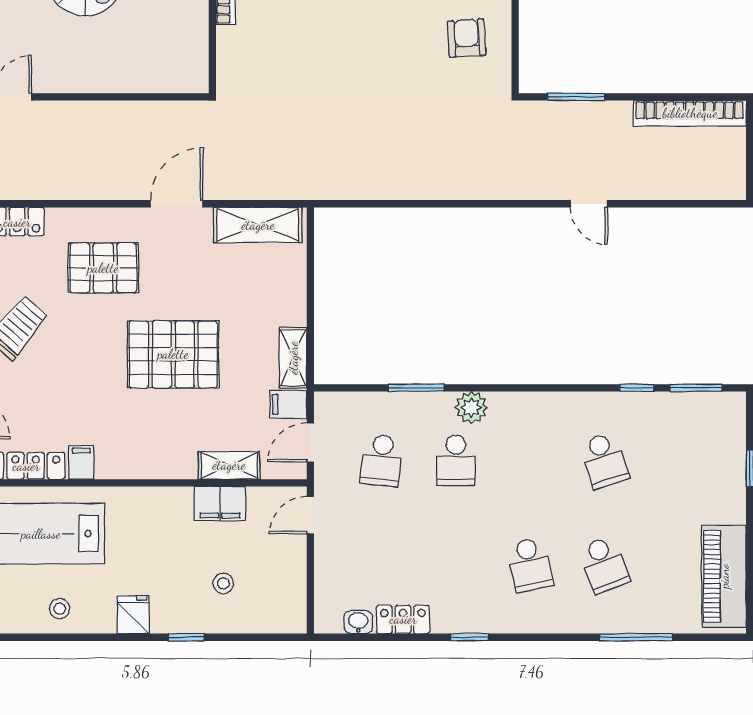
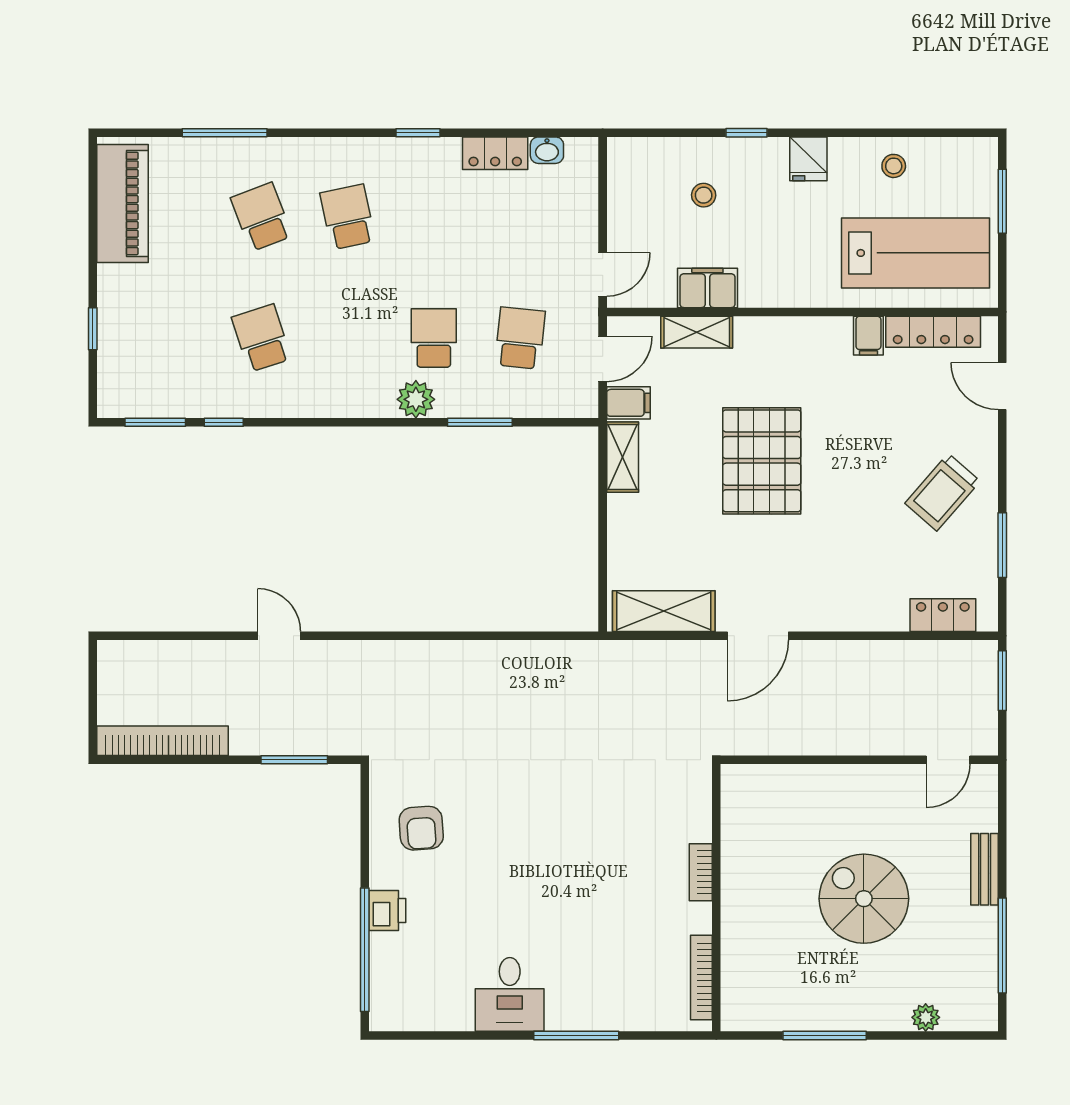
pallet: (103, 268) -> (843, 561), removed
pallet: (173, 354) -> (762, 461), turned 90

